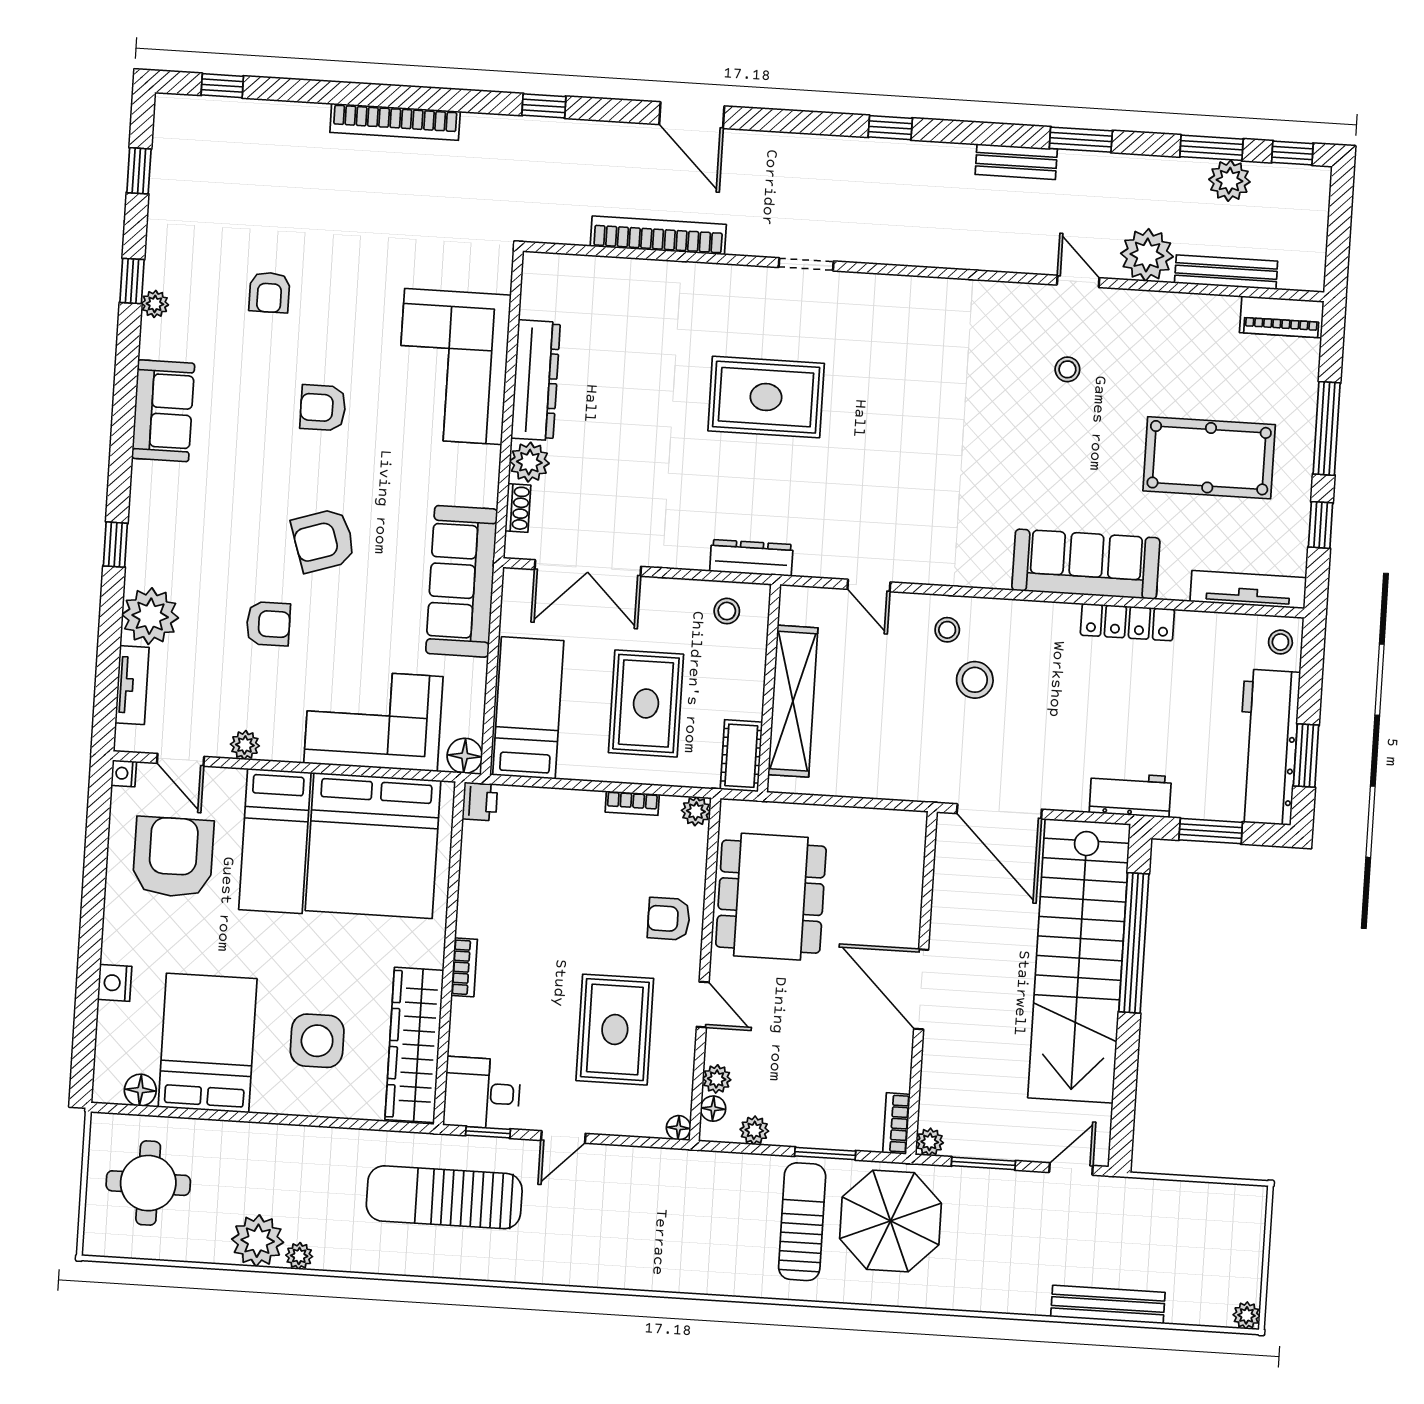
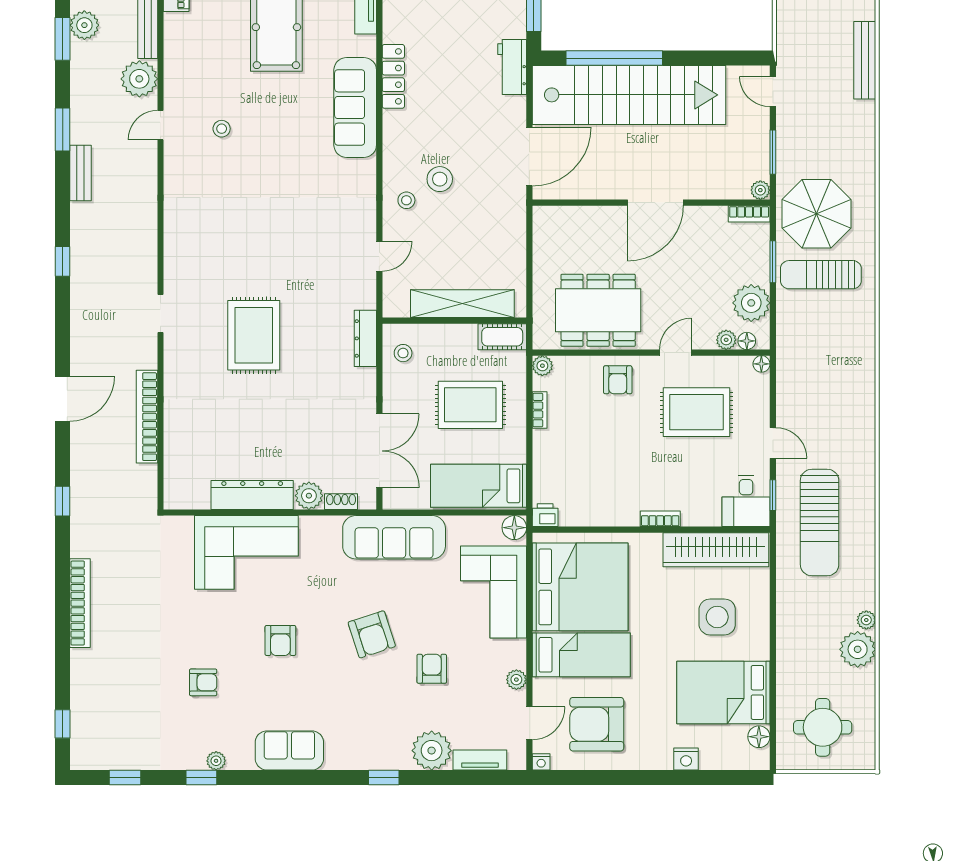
plant: (754, 1130) -> (751, 303), width x1.87, depth x1.87

